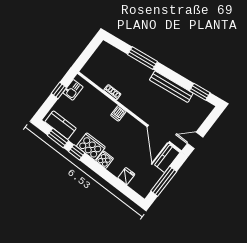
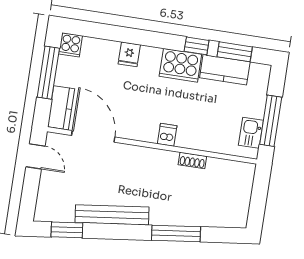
window: (59, 90) -> (271, 121), width x2.17
kitchen counter: (60, 125) -> (225, 70), moved
door: (195, 140) -> (35, 156), hinge flipped
cooker: (105, 160) -> (71, 45), moved
fridge: (126, 176) -> (129, 54), moved

